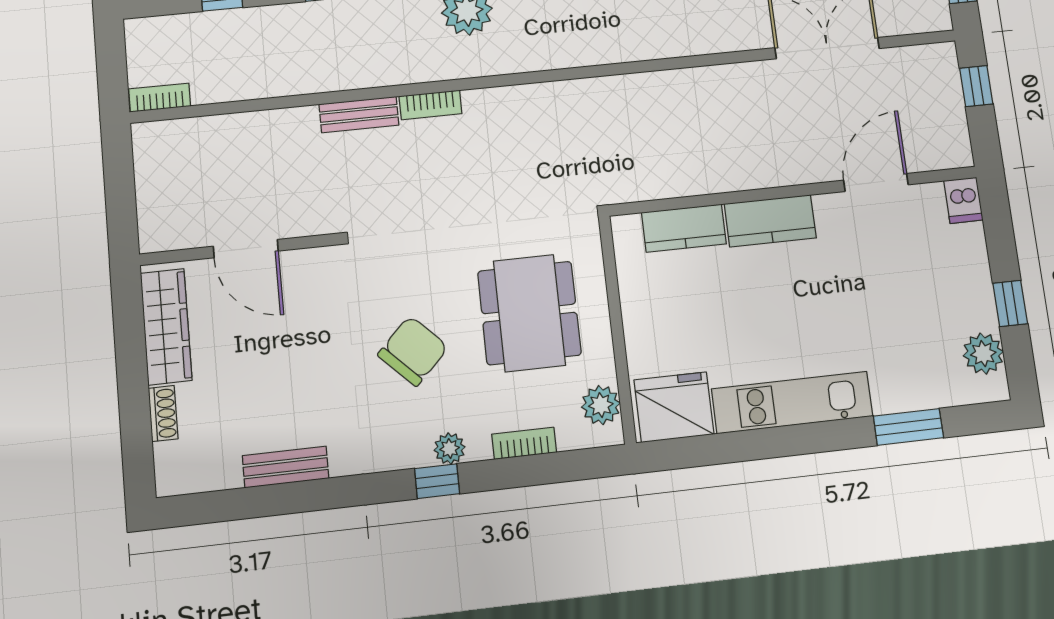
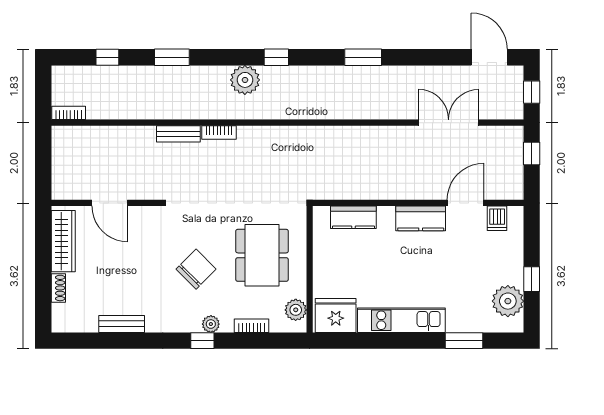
dishwasher: (963, 200) -> (497, 218), moved
kitchen counter: (770, 221) -> (421, 218), moved
plant: (983, 354) -> (508, 301), width x1.36, depth x1.36

